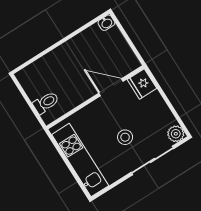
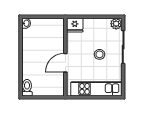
door: (111, 87) -> (65, 63), moved
toilet: (46, 103) -> (27, 88), moved

